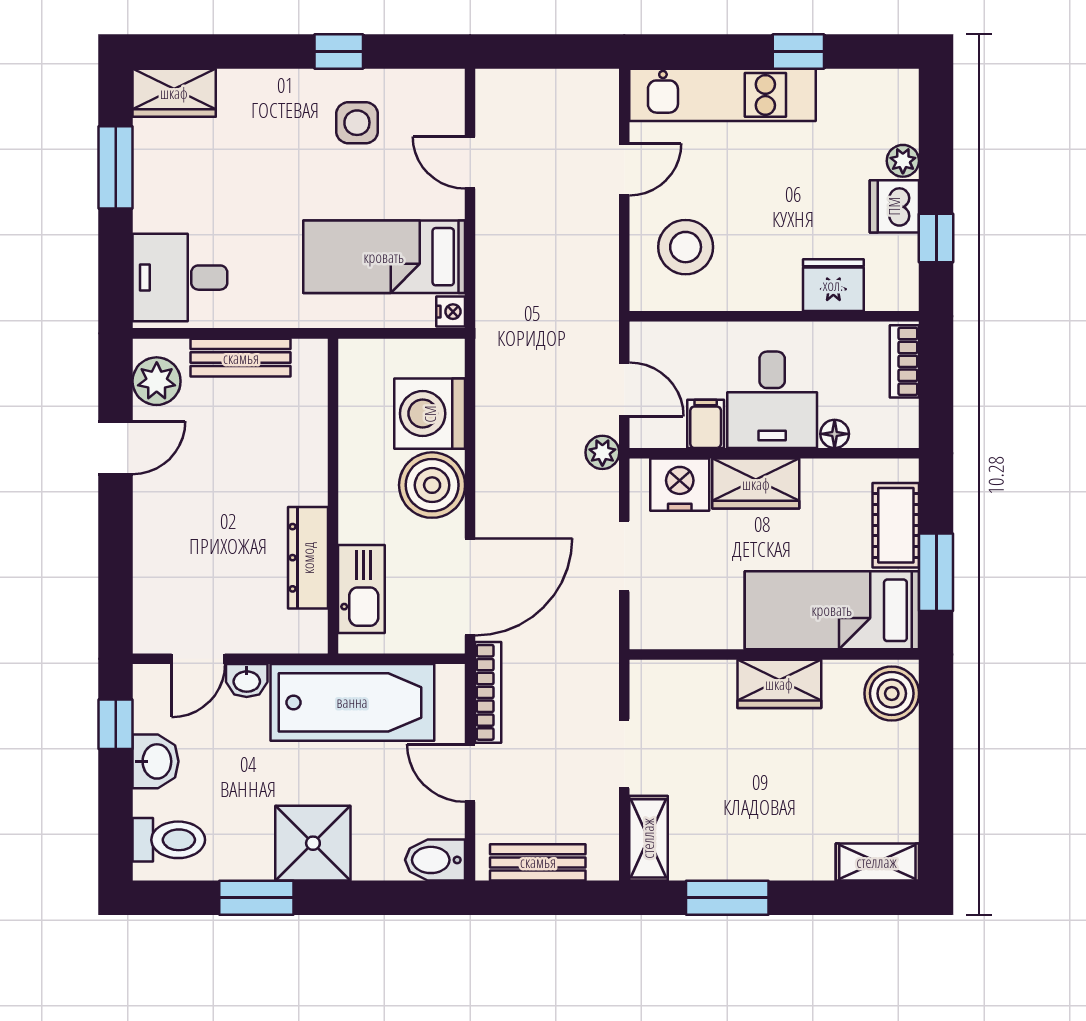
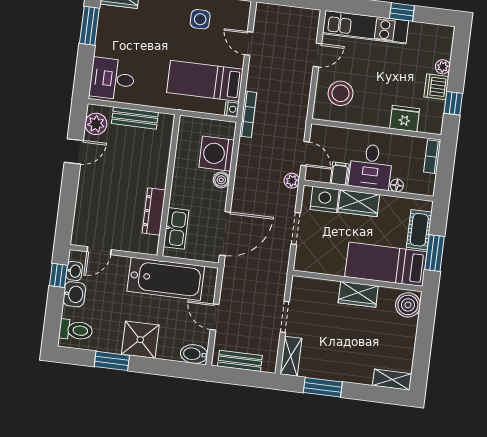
boiler: (432, 485) -> (221, 180), width x0.54, depth x0.54
washbasin: (247, 681) -> (74, 271), moved, turned -90
bookcase: (488, 692) -> (248, 114), moved

